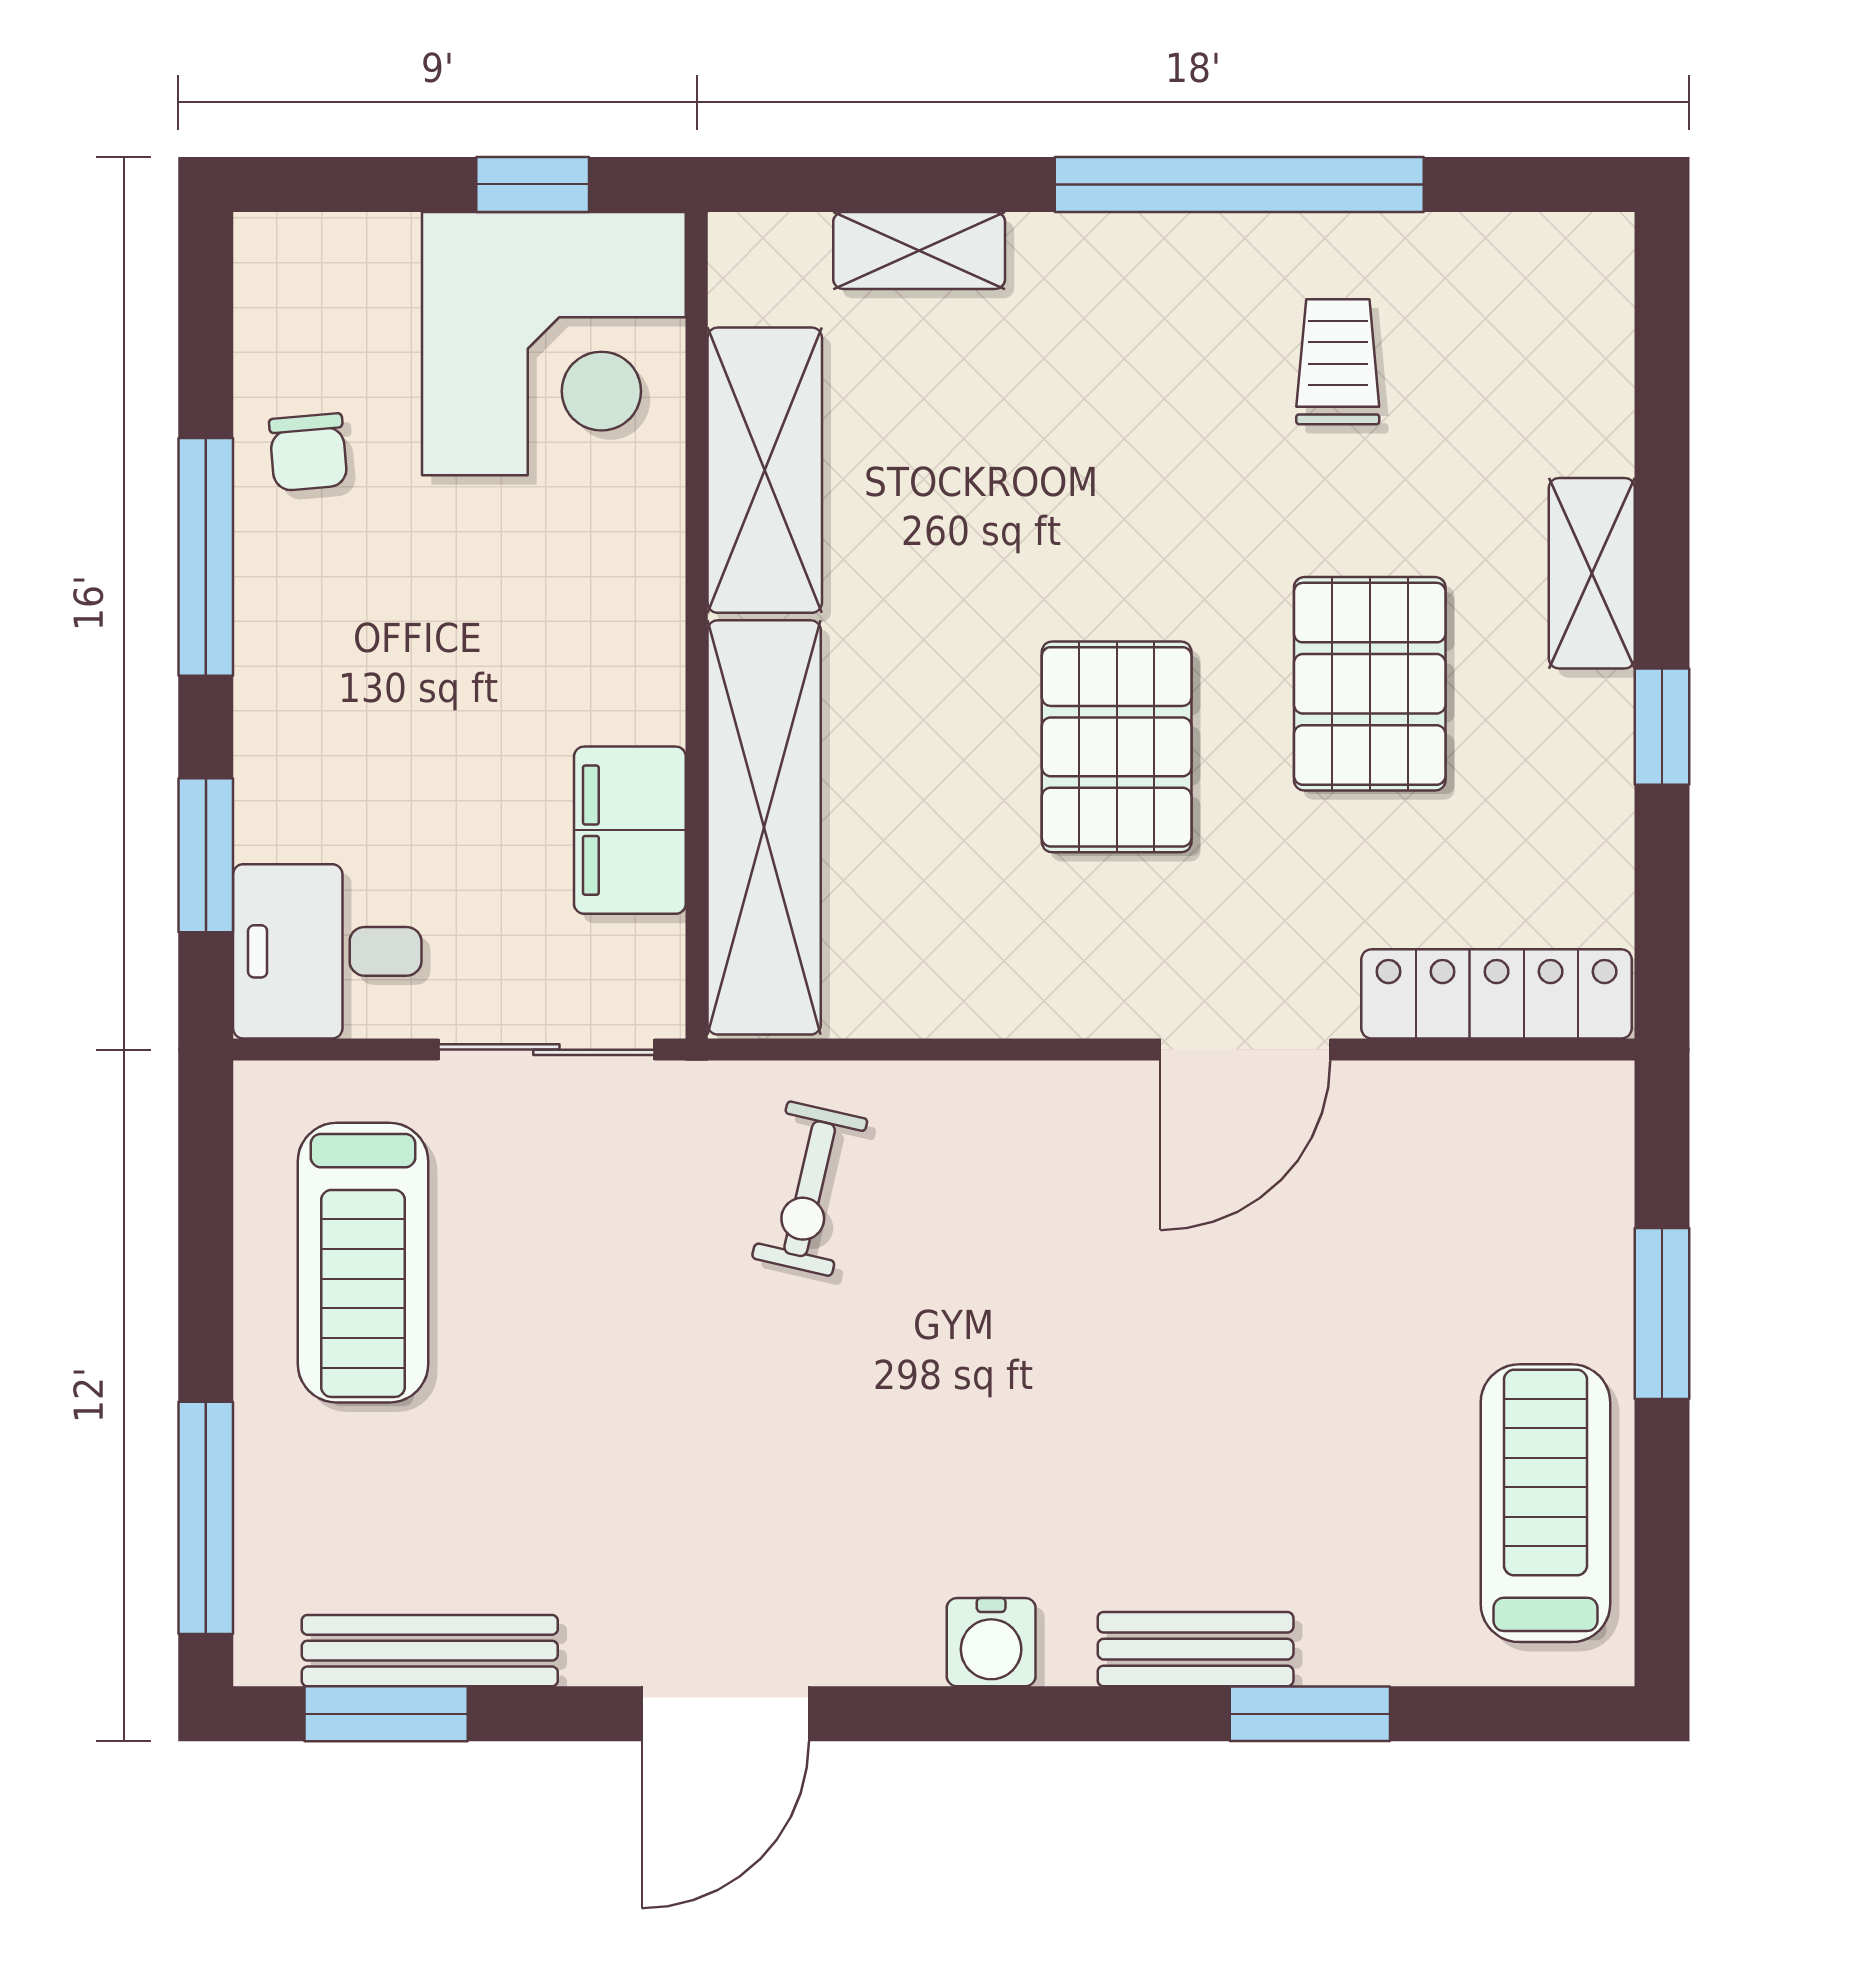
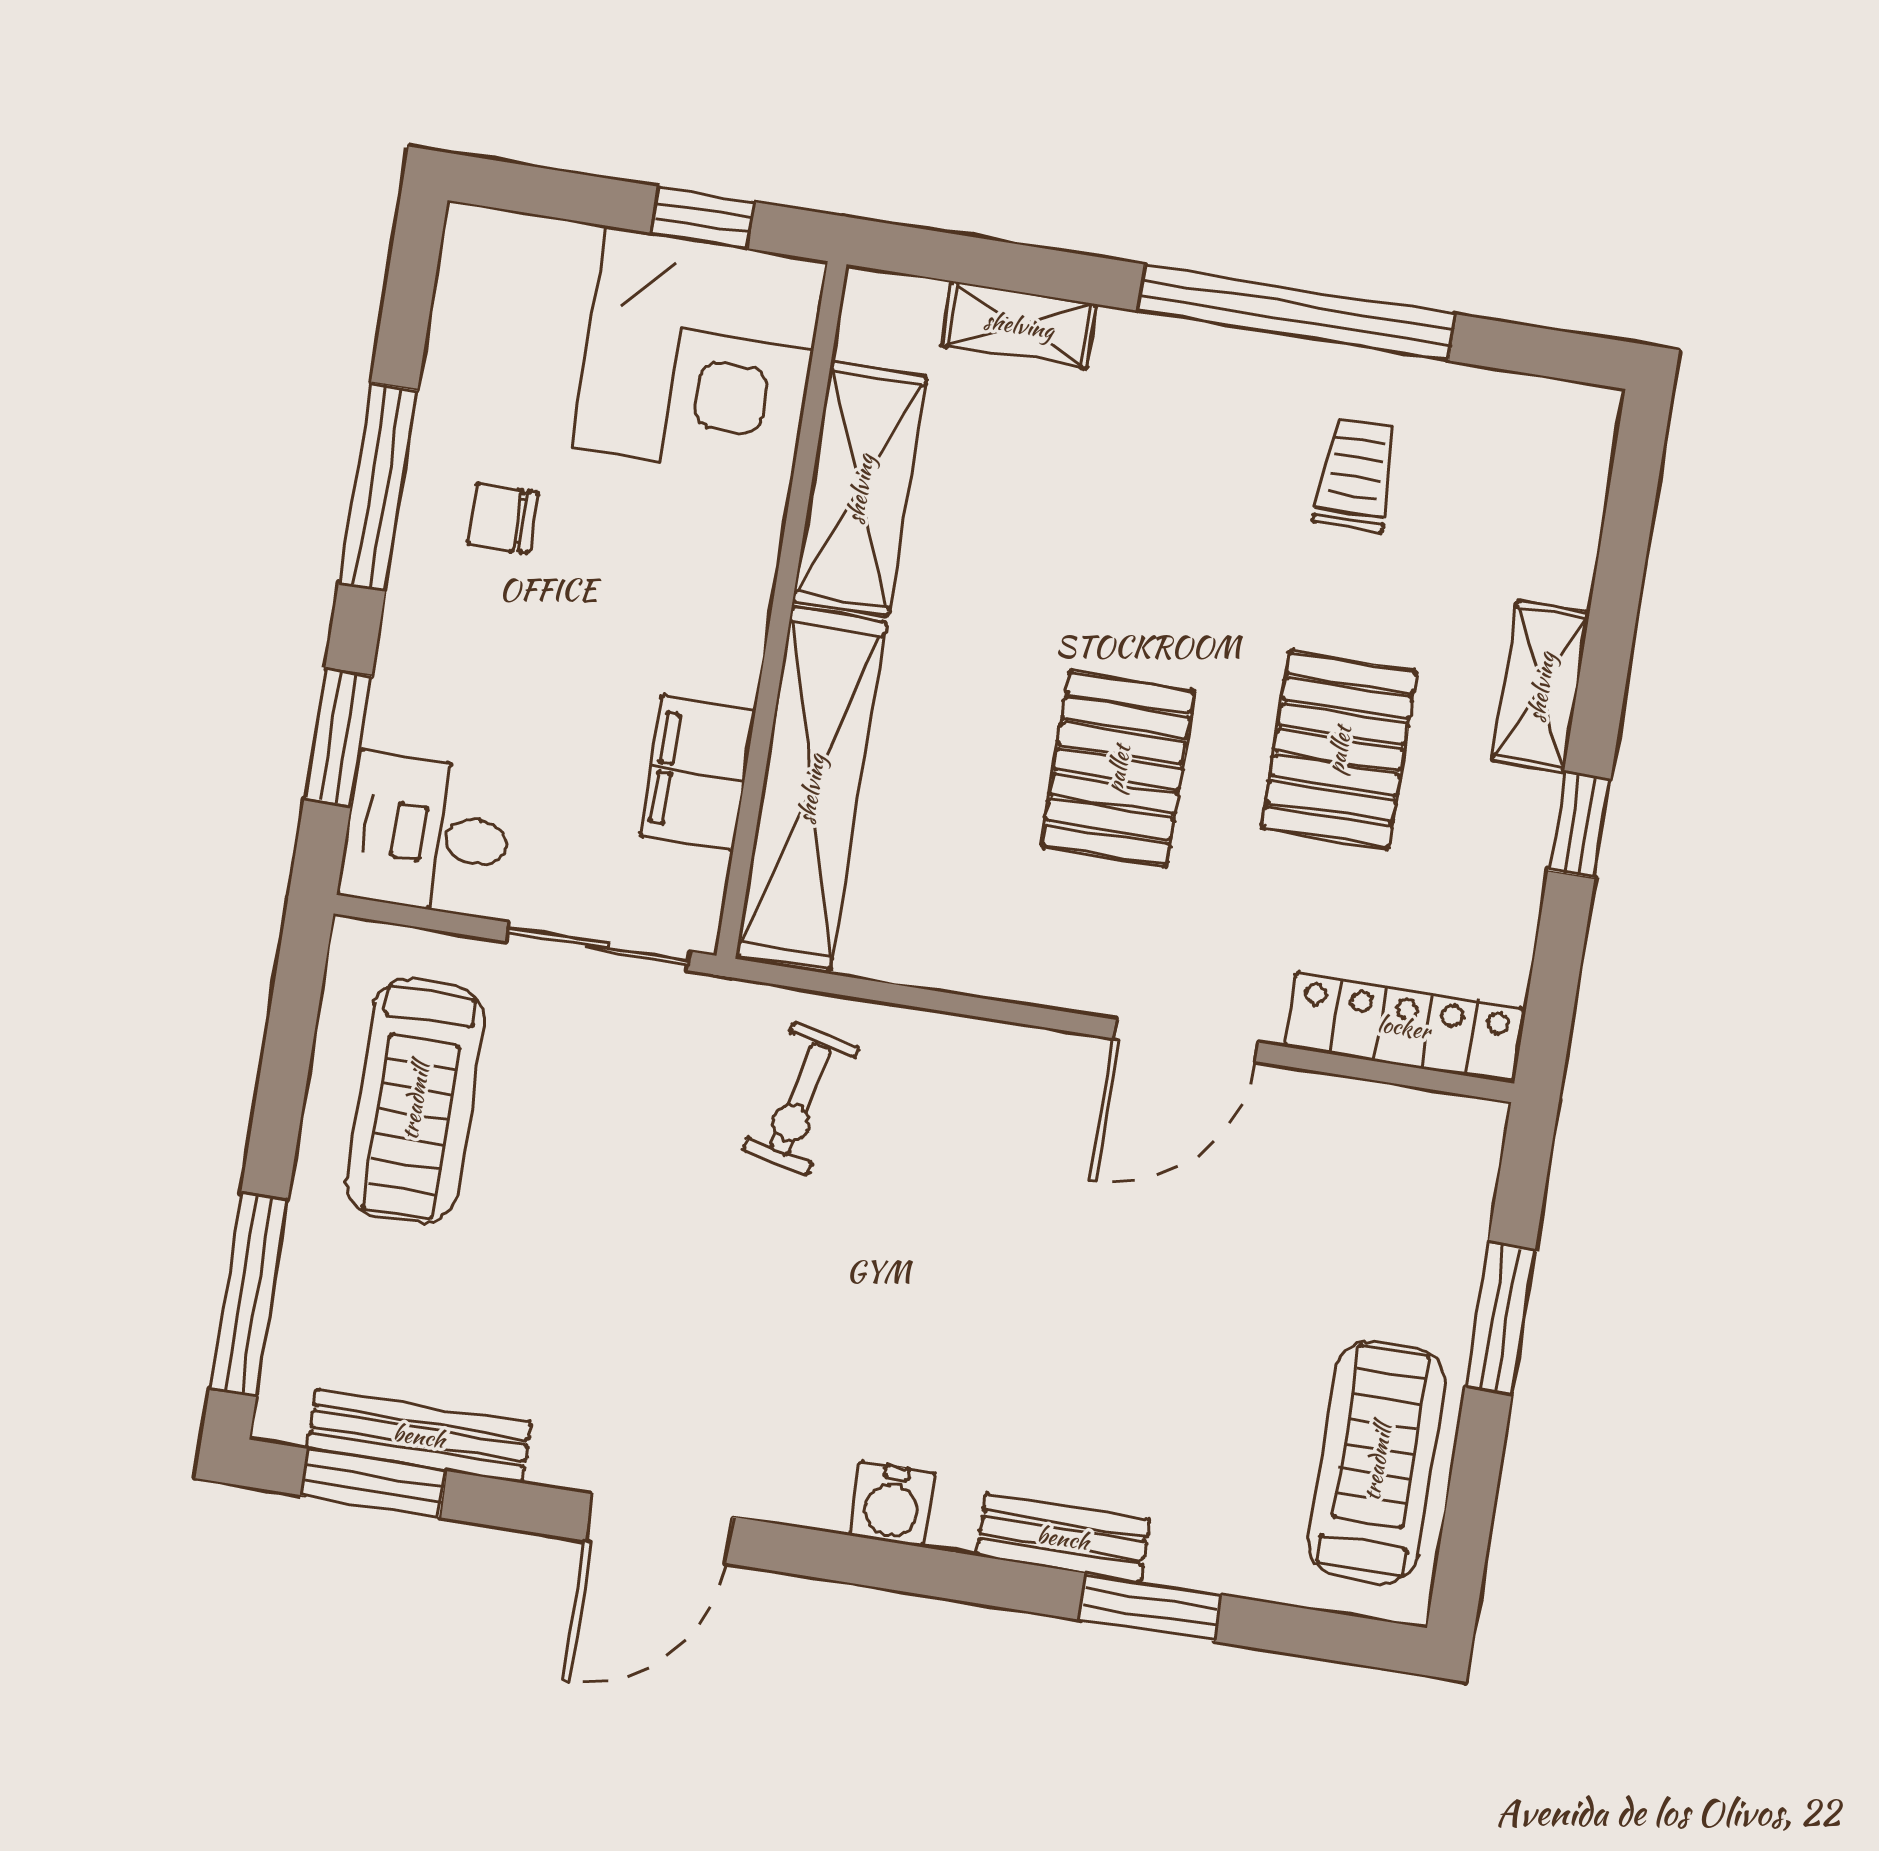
chair: (308, 452) -> (502, 518), moved, turned 95

